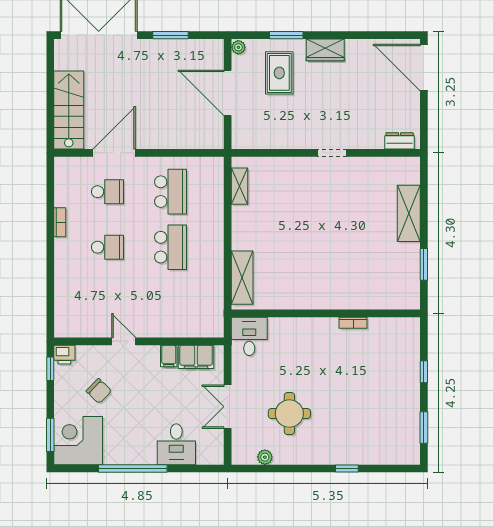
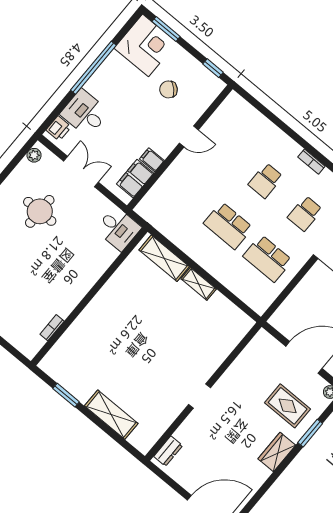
shelving: (240, 186) -> (199, 284), moved
bookcase: (353, 323) -> (52, 328), moved
printer: (64, 355) -> (59, 128), moved, turned 180
plant: (265, 457) -> (34, 155), moved

